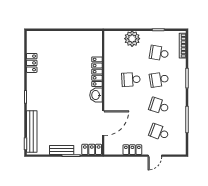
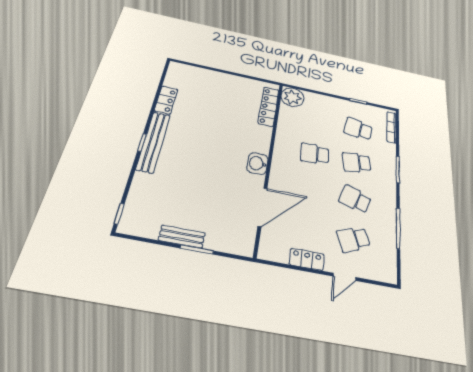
plant: (132, 39) -> (292, 97), moved
locker: (97, 72) -> (269, 106), moved
bench: (32, 131) -> (153, 142), moved
school desk: (159, 132) -> (353, 239), turned -42
locker: (92, 149) -> (236, 246), removed

